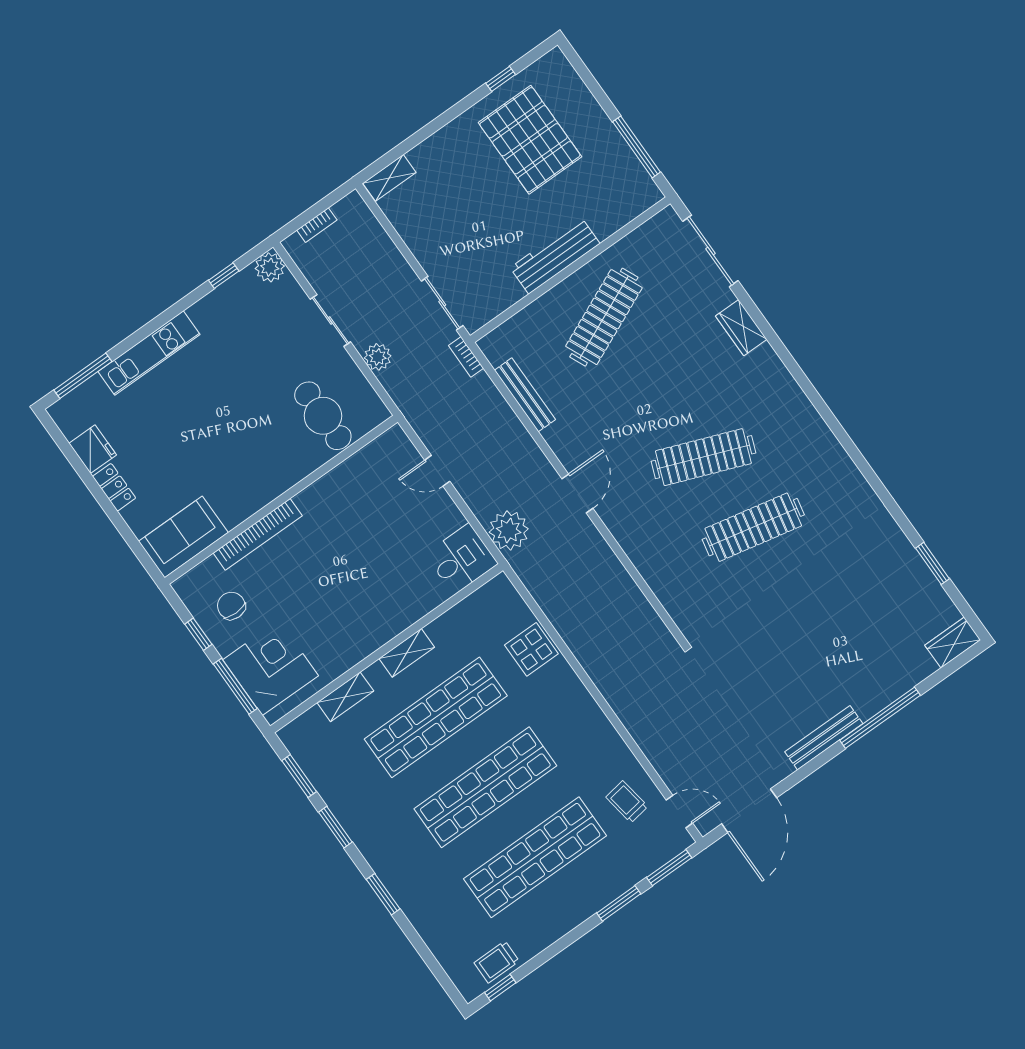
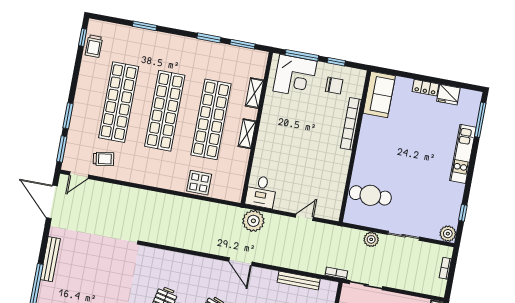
window: (383, 894) -> (145, 26), moved
trolley: (497, 962) -> (94, 46), turned 180

